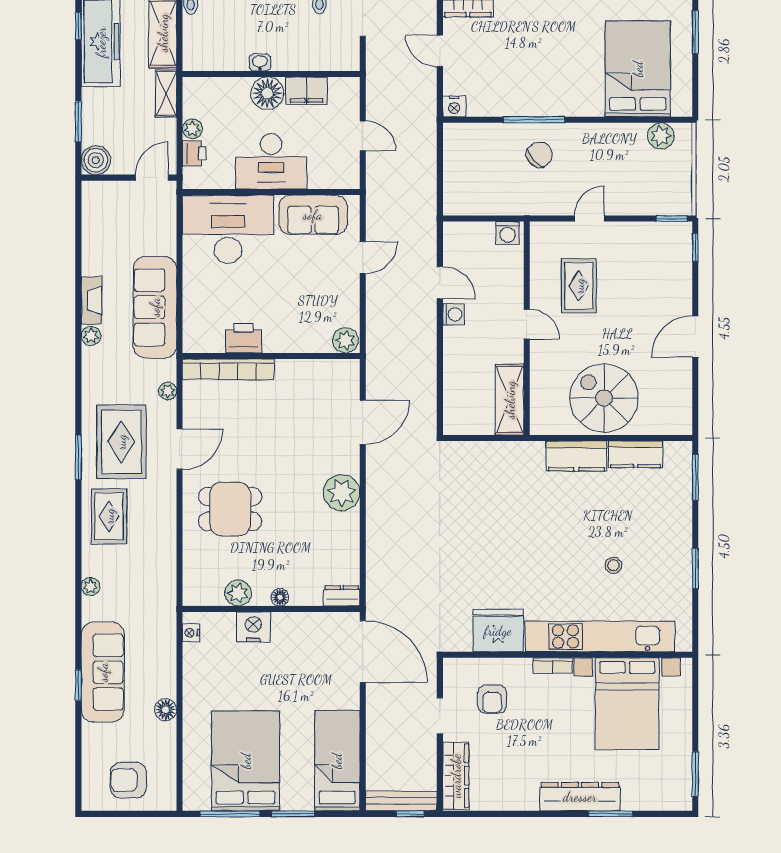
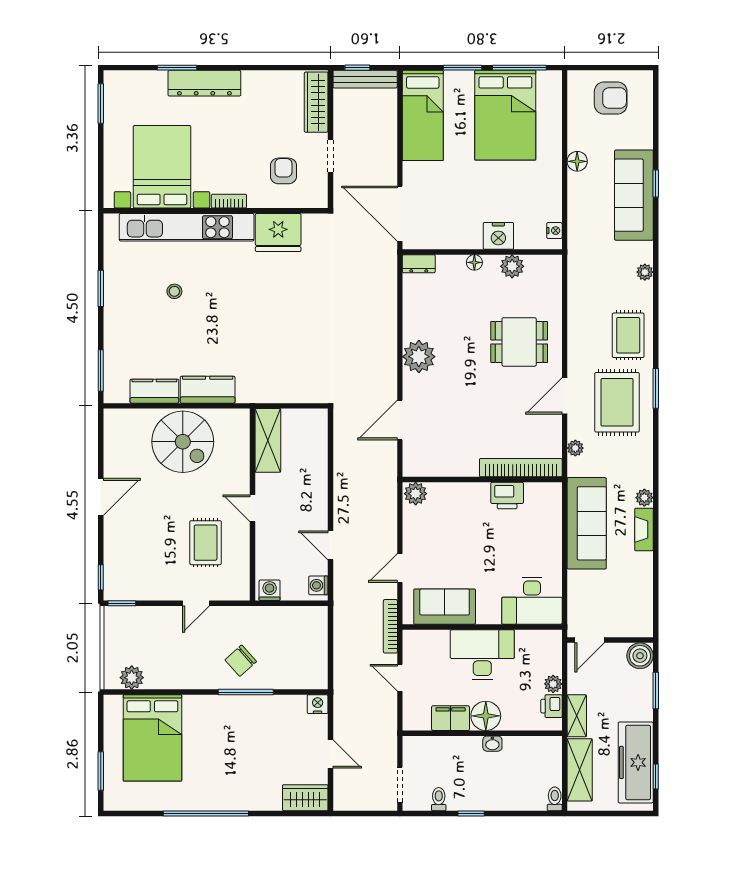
printer: (194, 153) -> (552, 706), moved
bookcase: (373, 193) -> (390, 626), added
desk: (228, 229) -> (532, 601), width x0.73, depth x0.77
washing machine: (453, 314) -> (318, 585), moved

